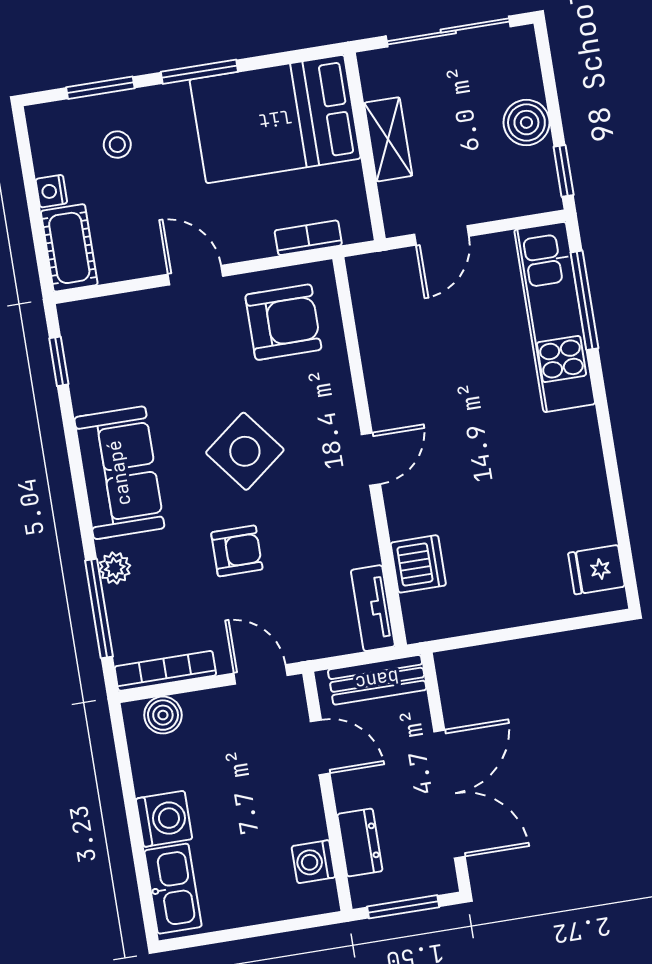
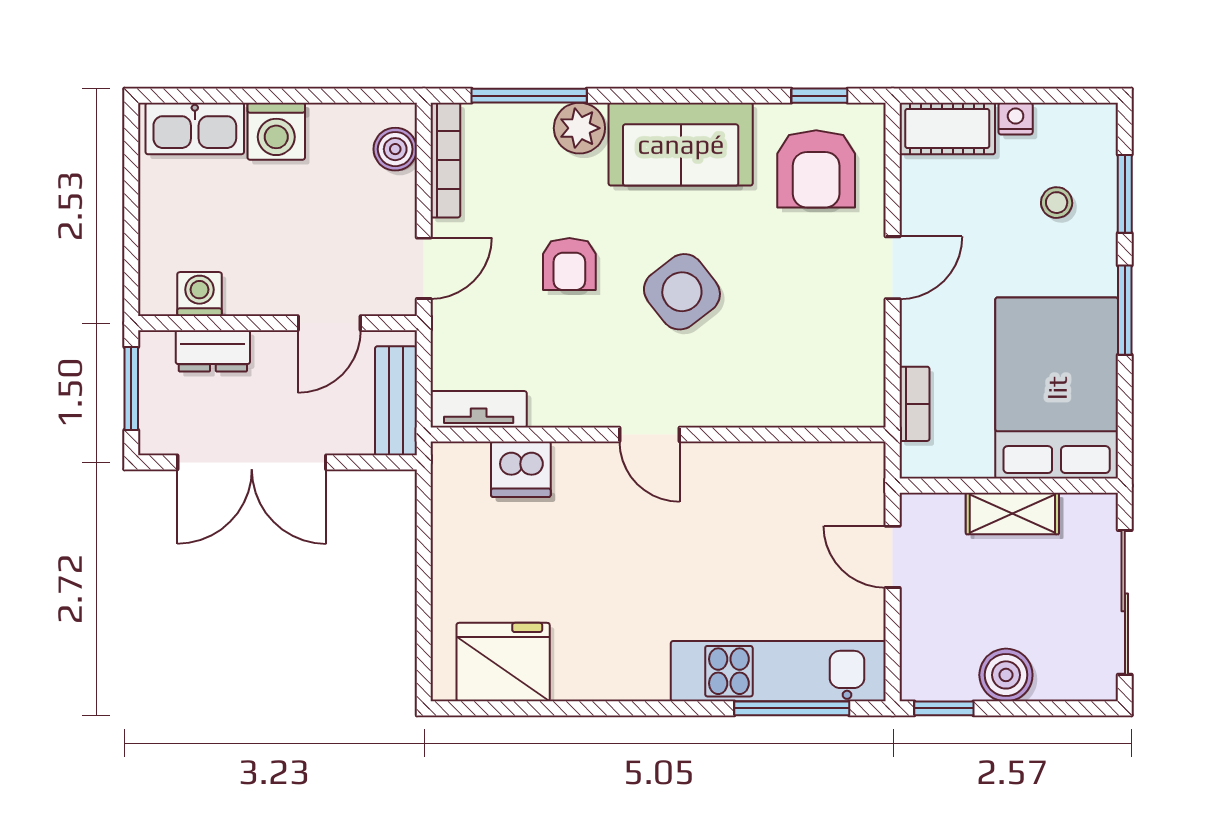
armchair: (283, 322) -> (816, 169), moved
plant: (115, 568) -> (579, 128), width x1.38, depth x1.38
fridge: (596, 570) -> (503, 662), width x1.88, depth x1.34

